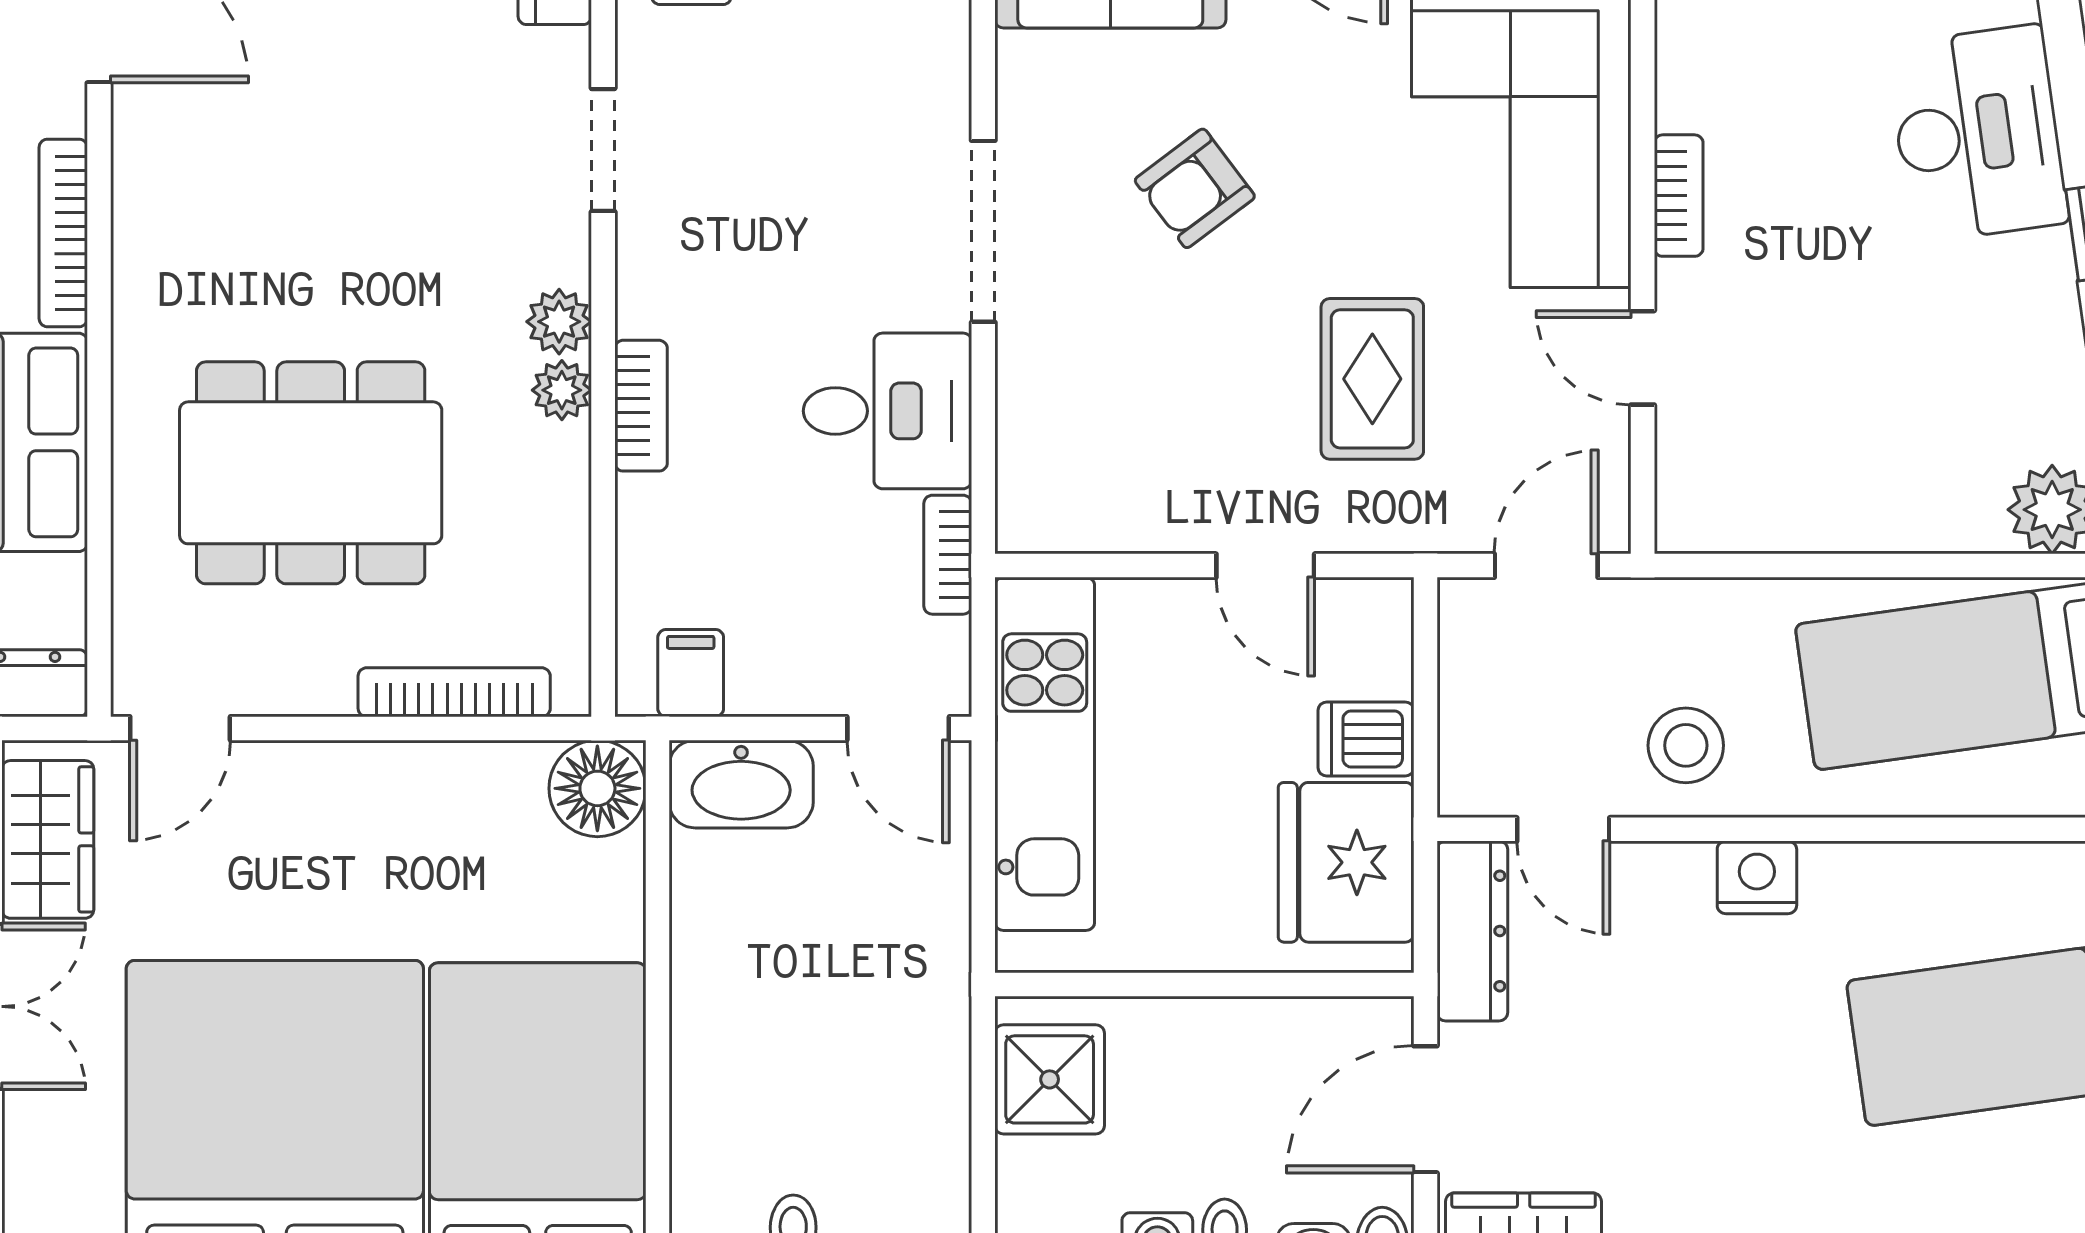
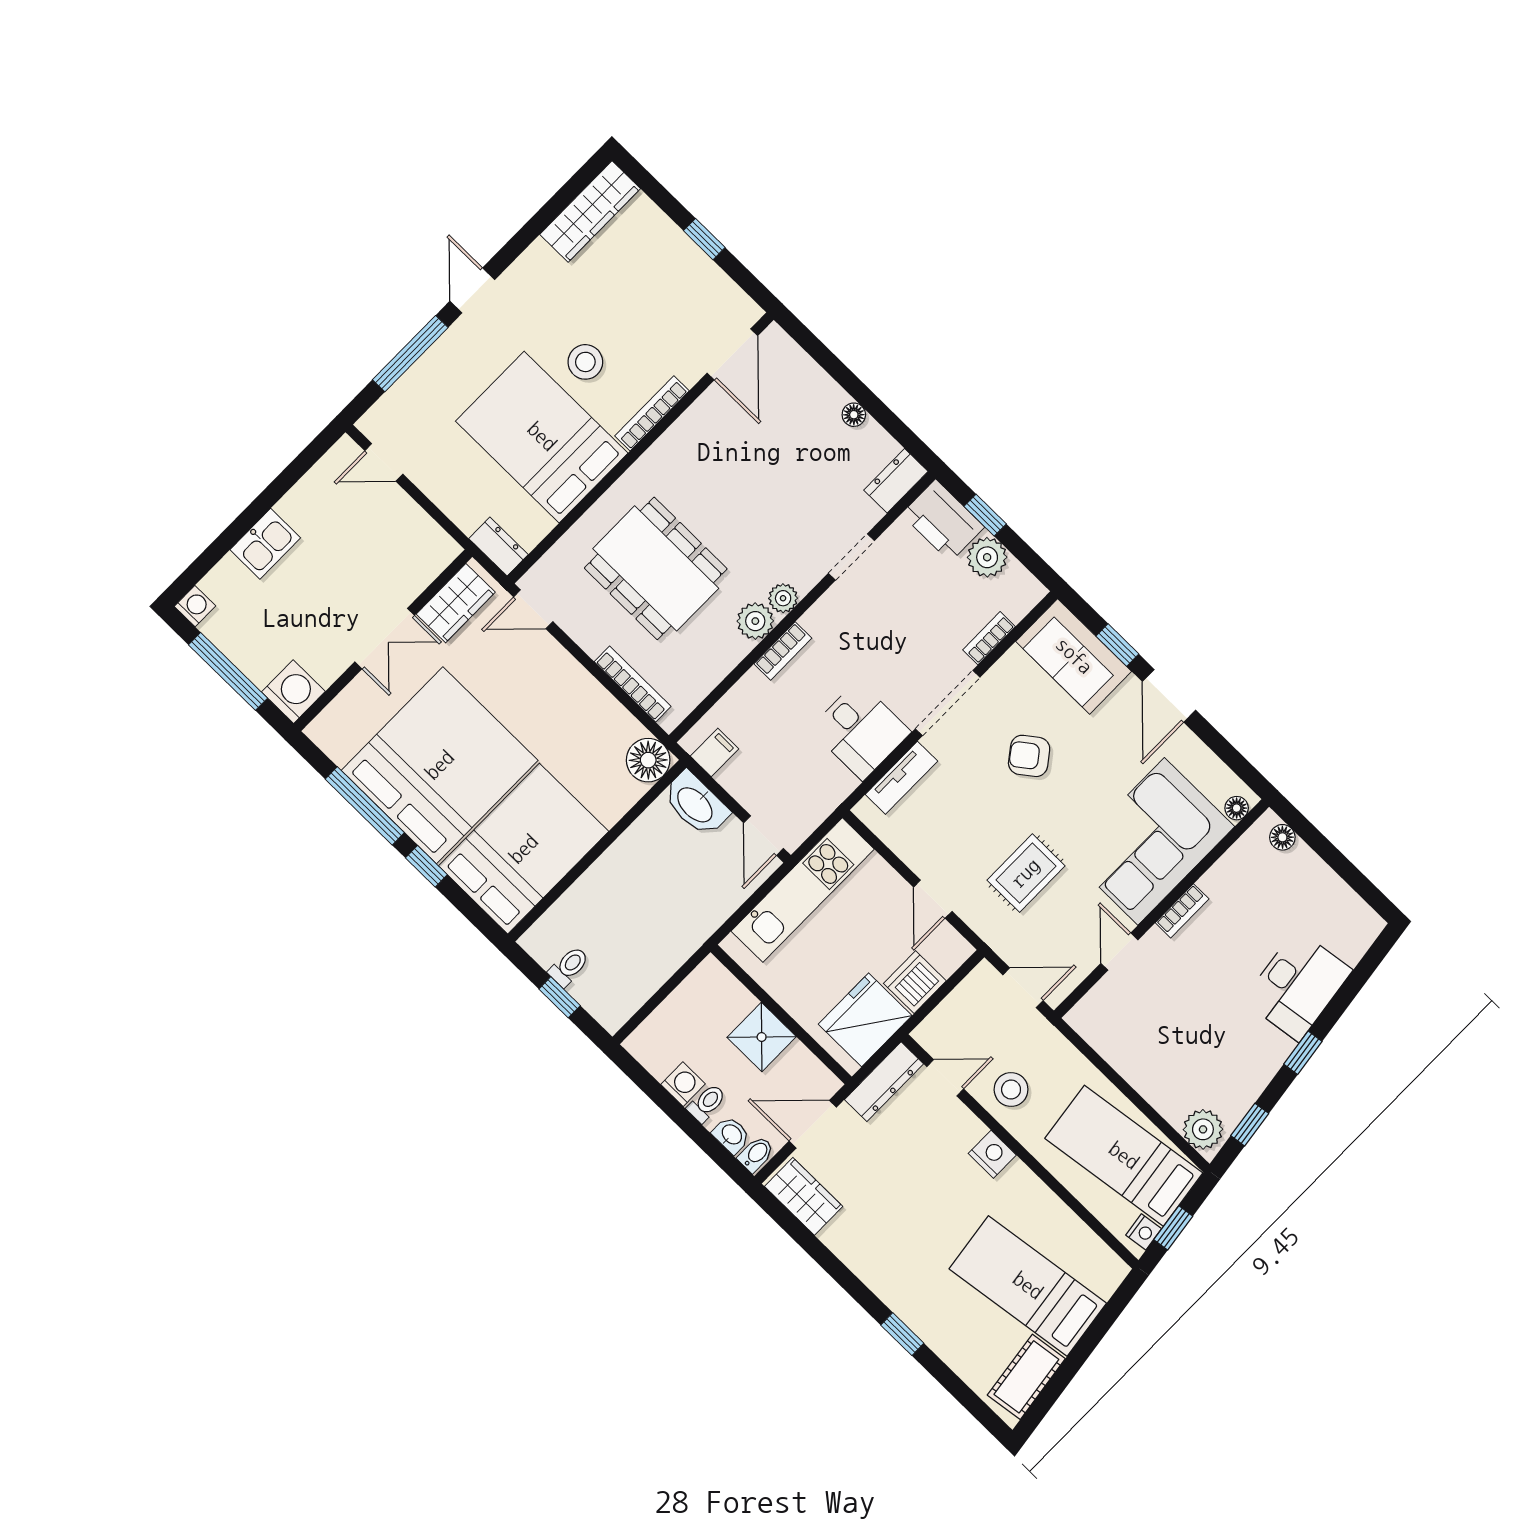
plant: (562, 390) -> (755, 621), width x1.38, depth x1.38
tv unit: (1027, 422) -> (901, 778), added
bookcase: (948, 555) -> (989, 638), moved
dishwasher: (1366, 739) -> (915, 982), width x1.38
door: (1563, 829) -> (945, 1078), swing flipped
shower: (1050, 1079) -> (762, 1037), moved

